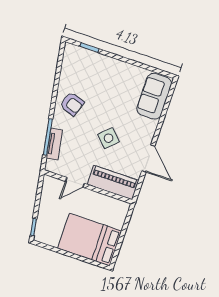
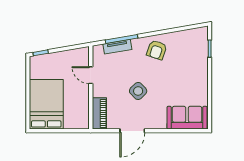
piano: (113, 183) -> (99, 113), width x0.73, depth x0.75

